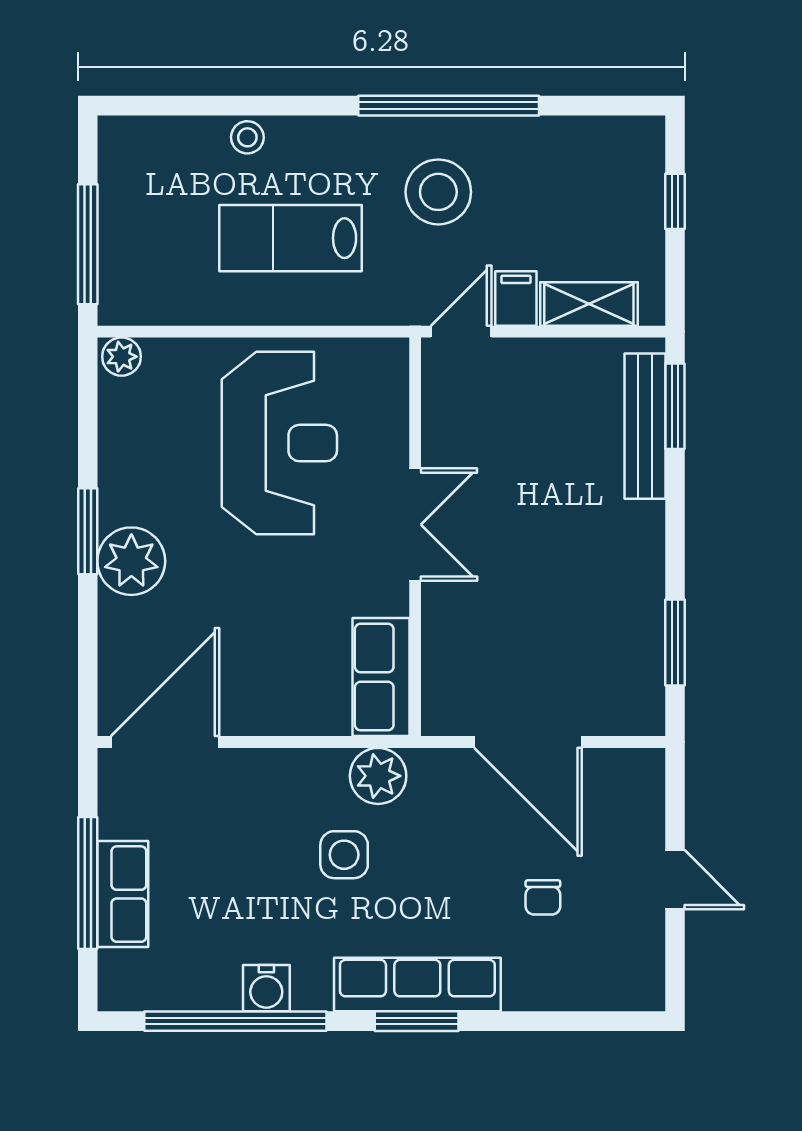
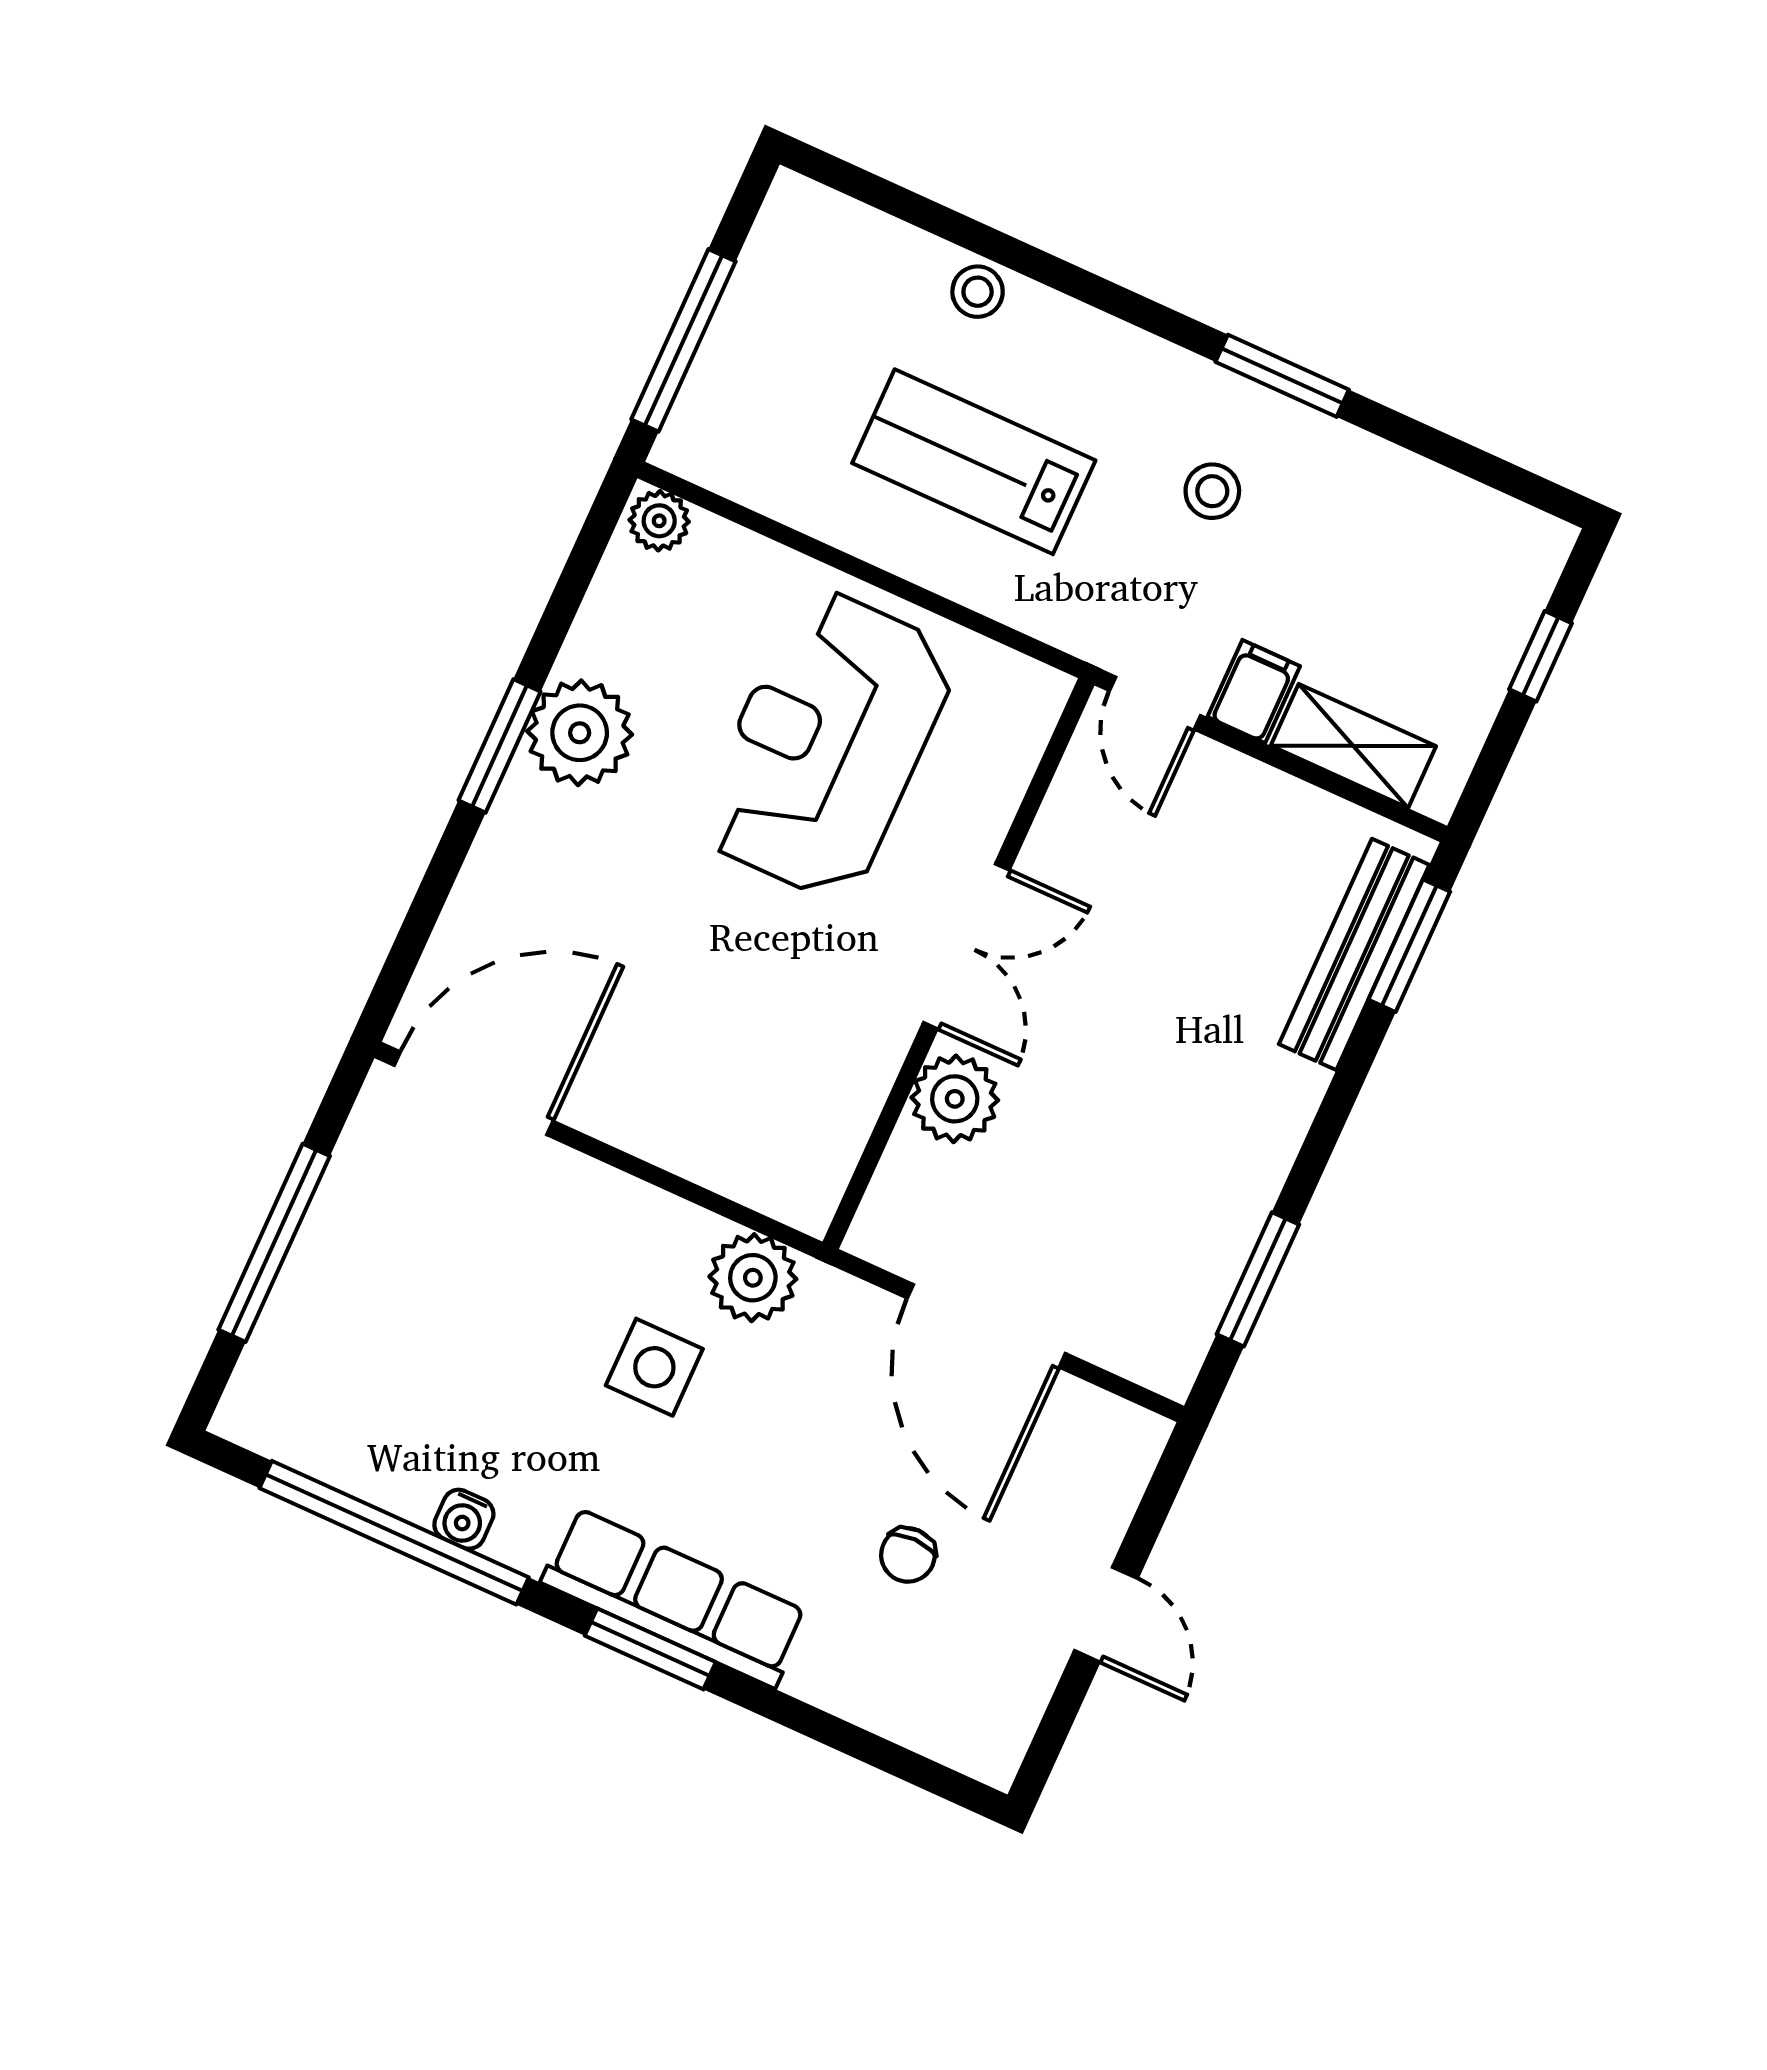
window: (449, 106) -> (1282, 376), width x0.47
stool: (438, 192) -> (1212, 491), width x0.53, depth x0.53
door: (461, 332) -> (1155, 703), swing flipped
reception desk: (279, 443) -> (827, 744), turned 180
plant: (131, 561) -> (580, 733), moved
plant: (449, 617) -> (955, 1099), added
row of seats: (381, 677) -> (820, 1140), removed
row of seats: (123, 894) -> (316, 1281), removed
water cooler: (266, 988) -> (464, 1519), width x0.72, depth x0.72

